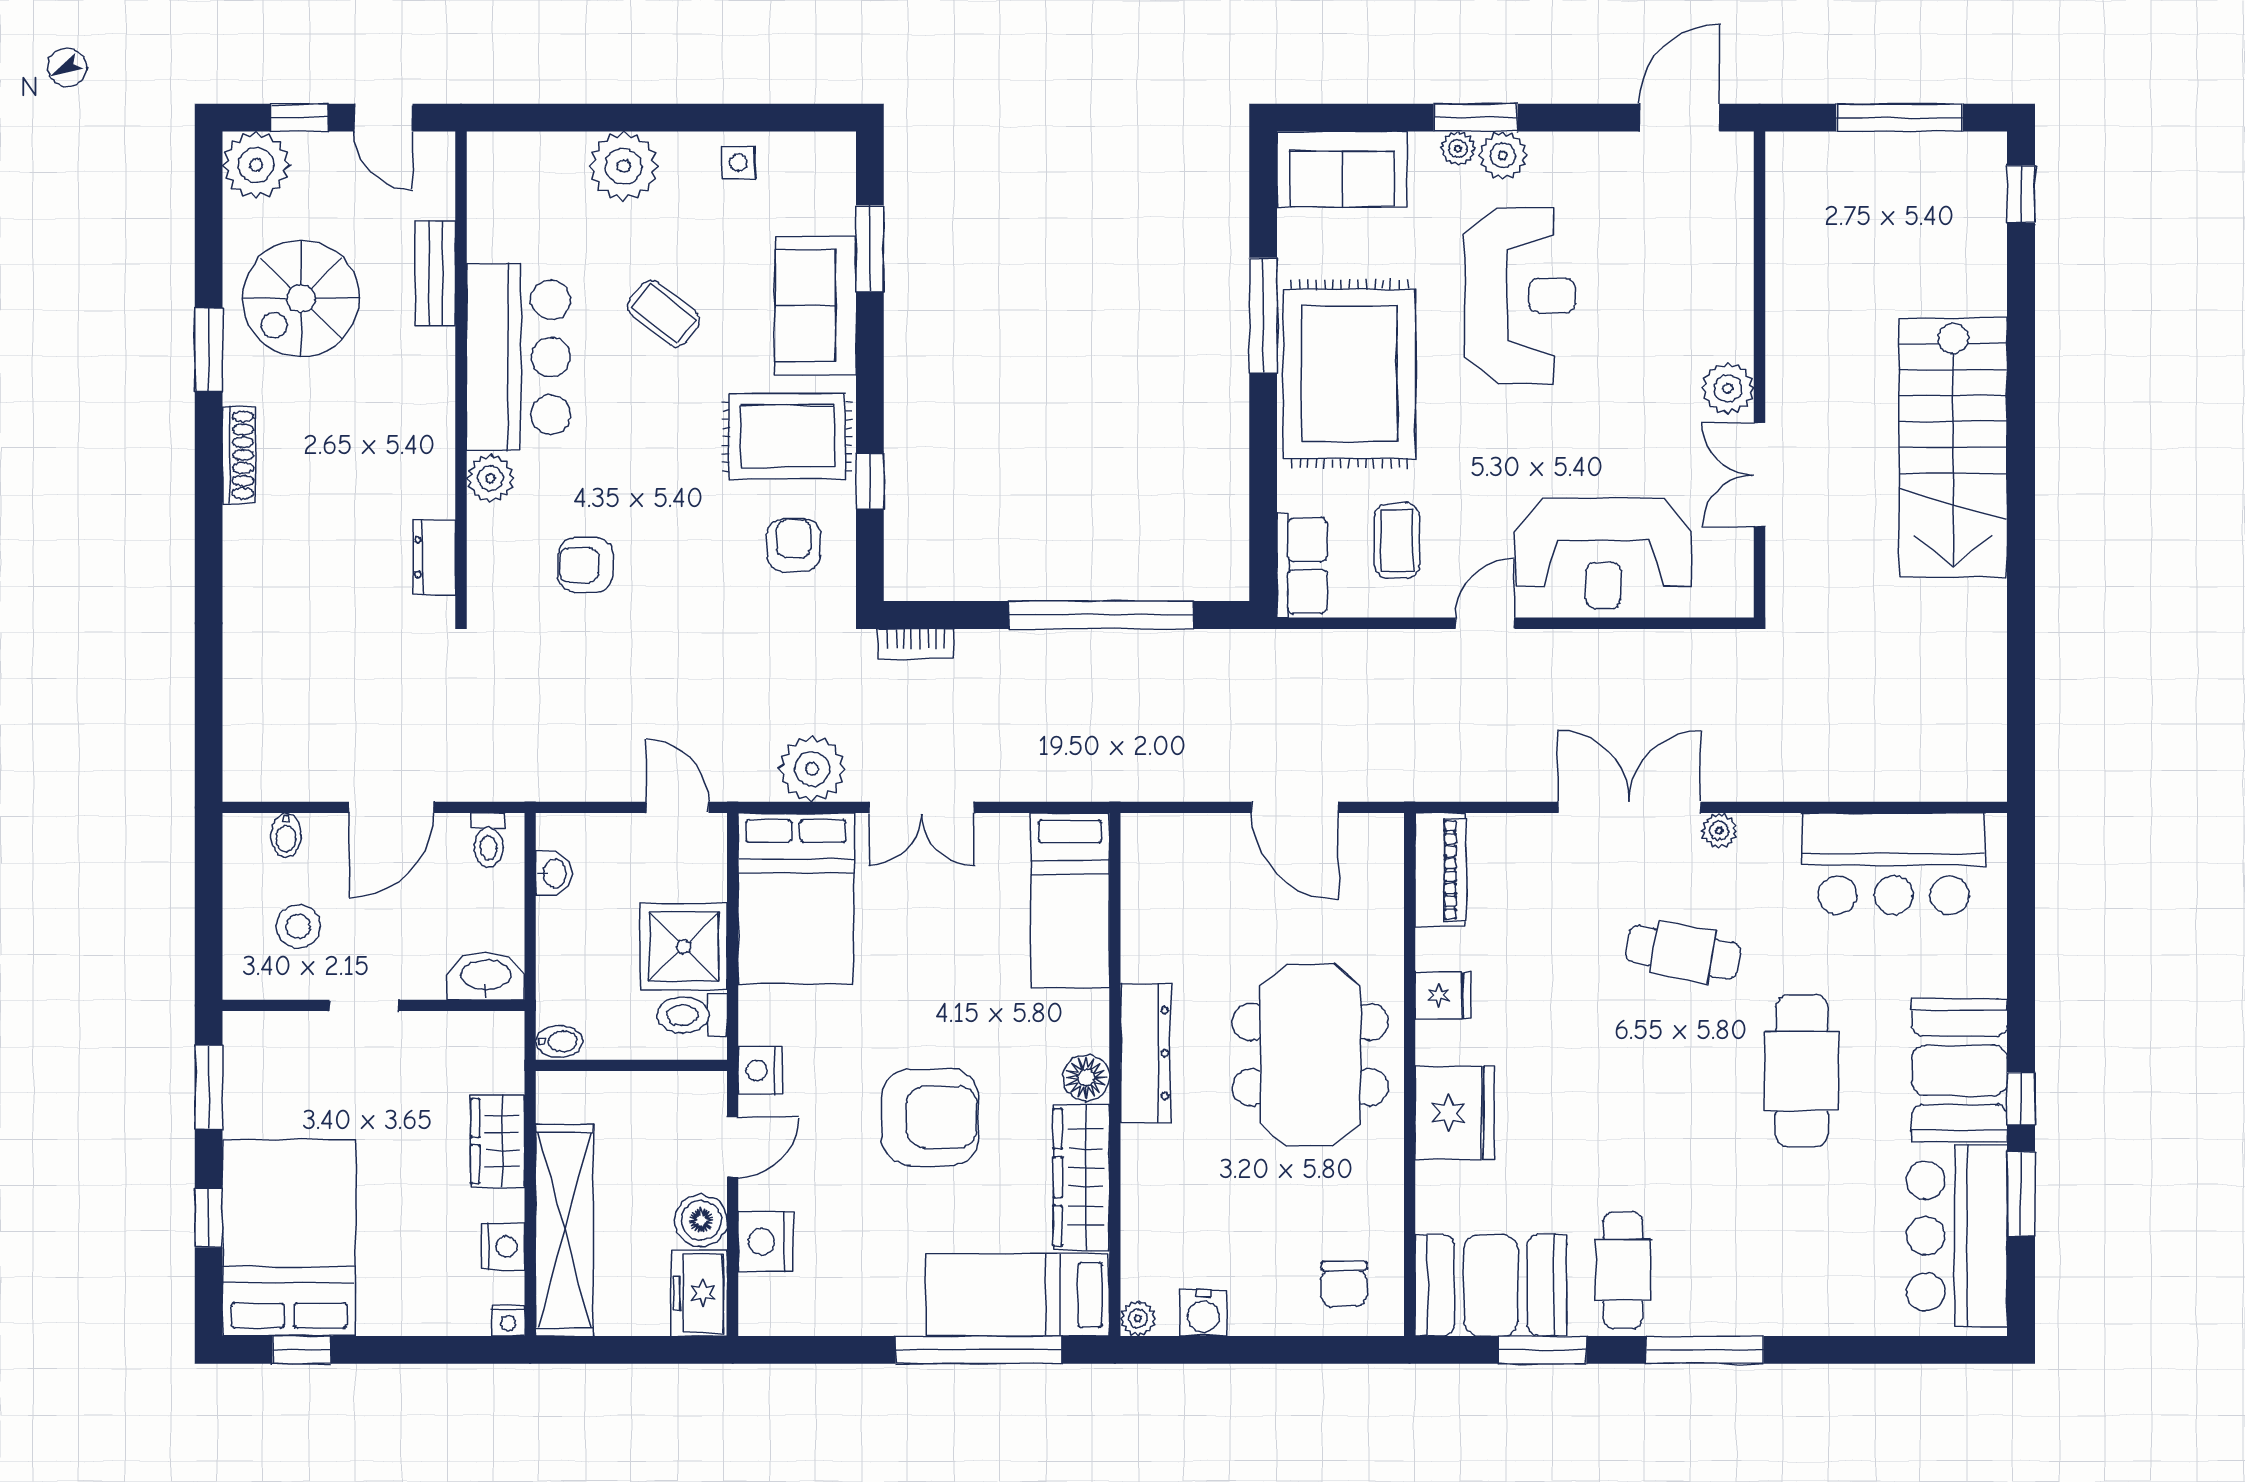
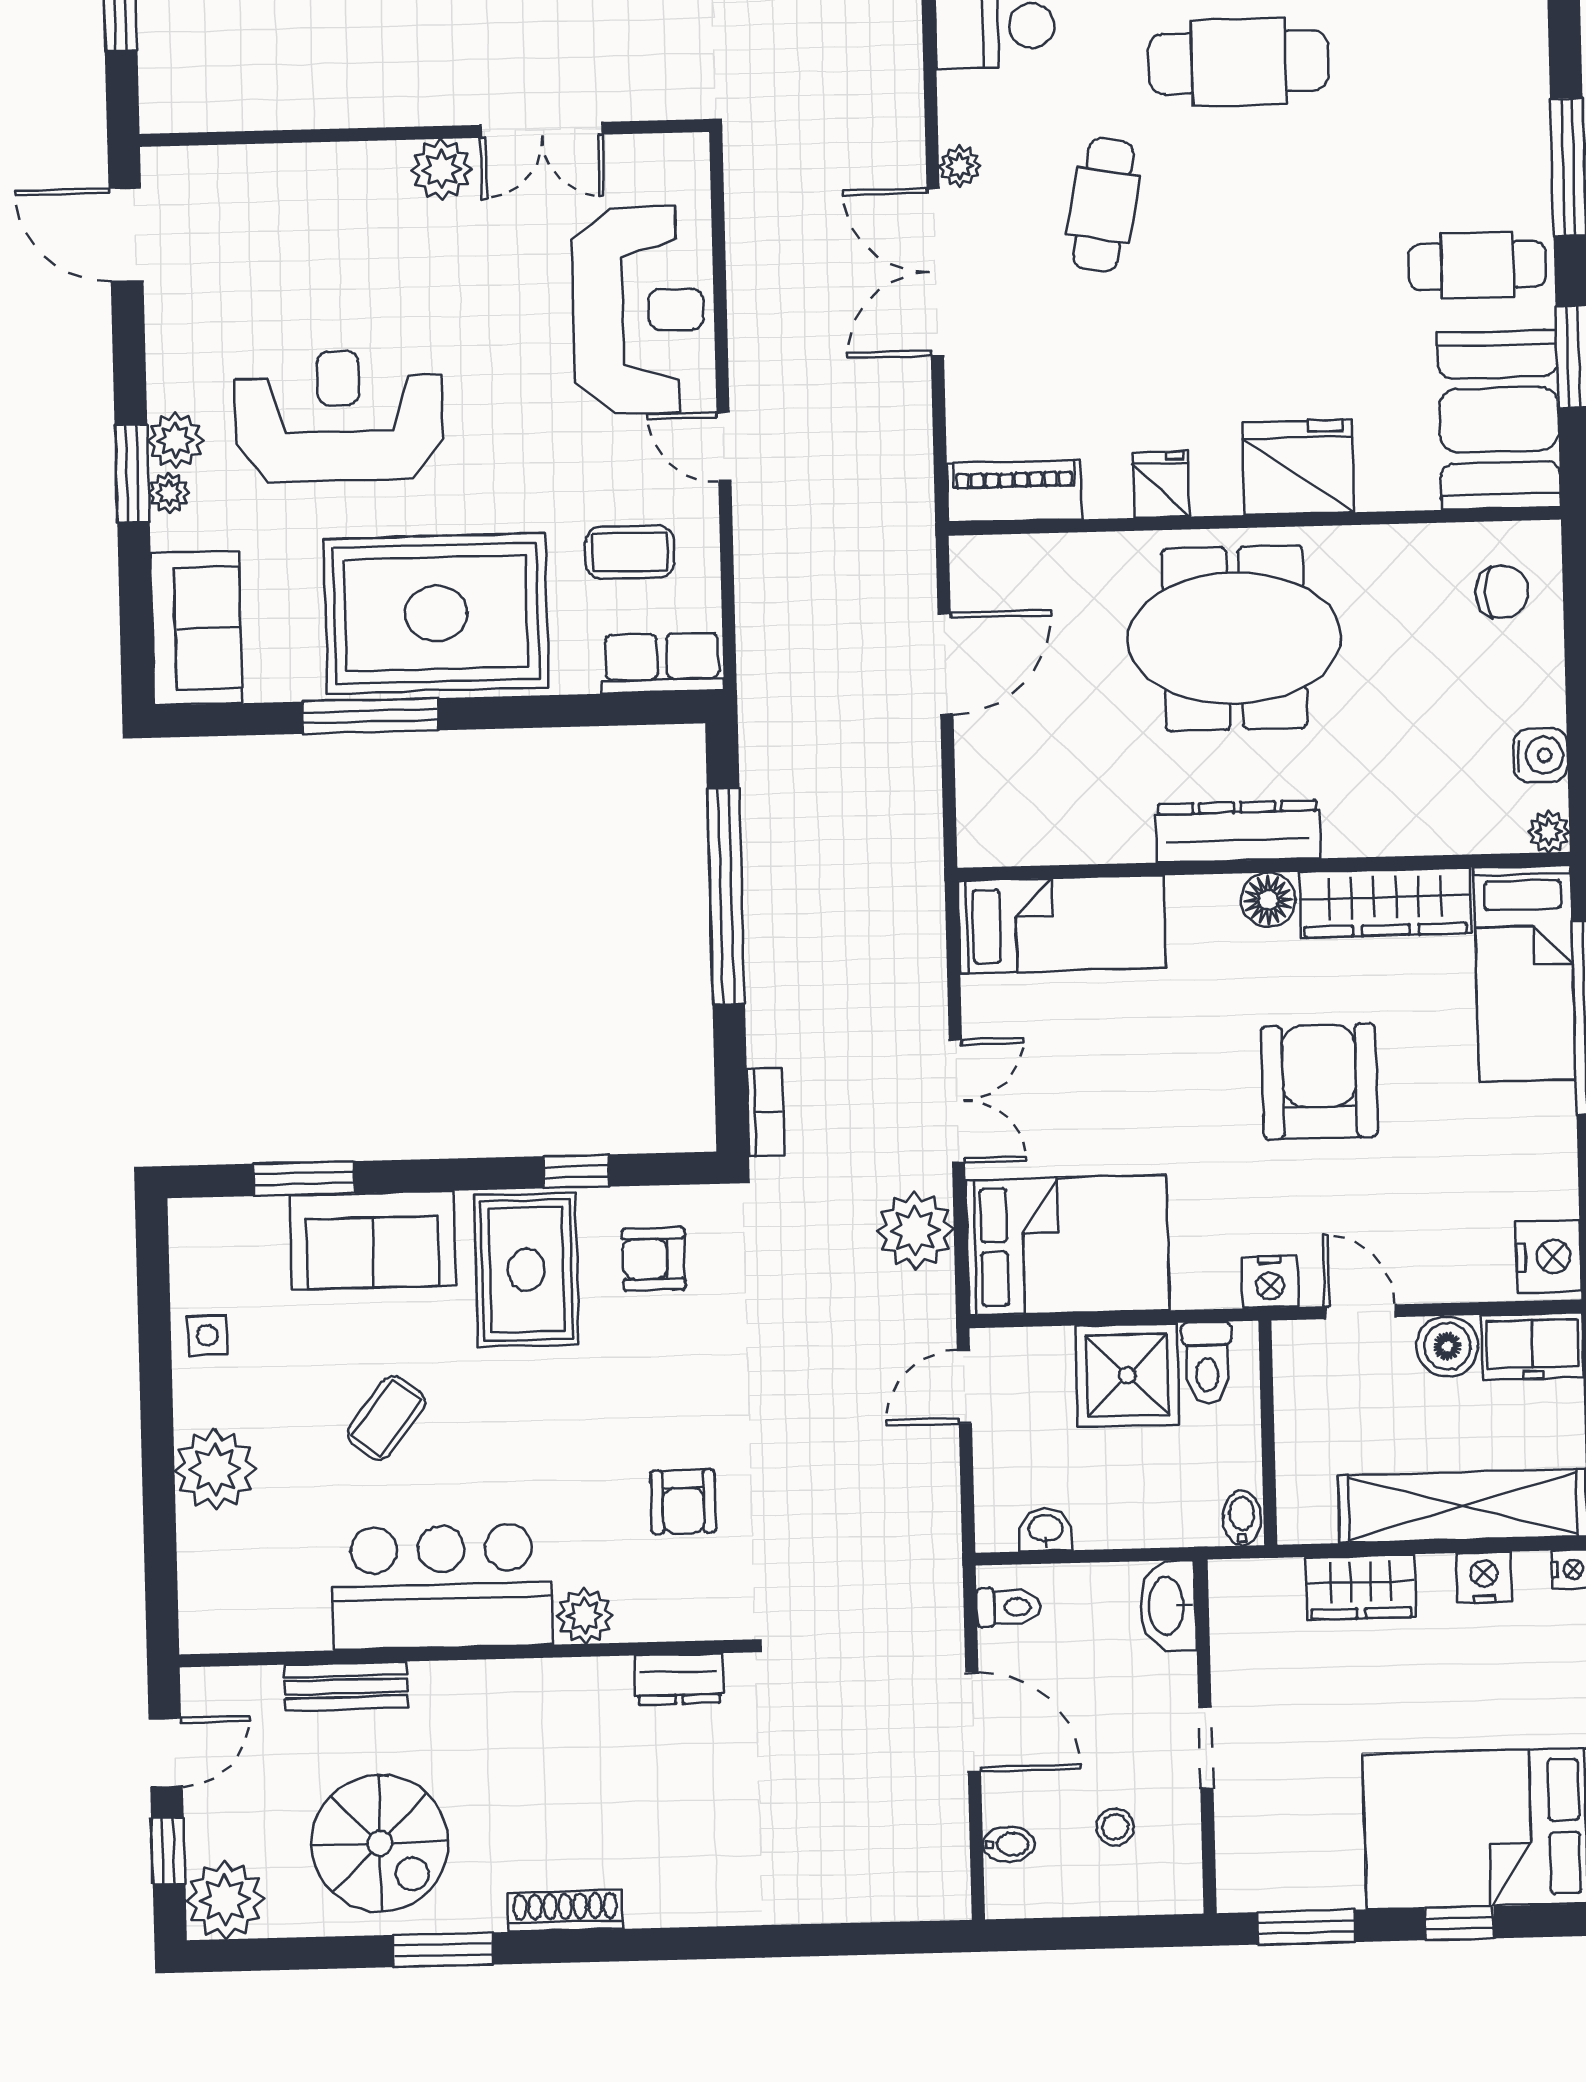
stool: (298, 926) -> (1115, 1827), width x0.73, depth x0.73
nightstand: (766, 1242) -> (1548, 1256), moved, turned -90

